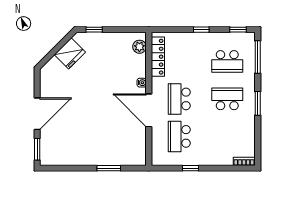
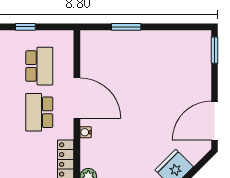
school desk: (179, 99) -> (39, 112), turned 180
door: (37, 114) -> (214, 121), moved

